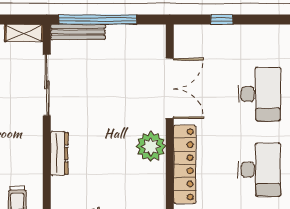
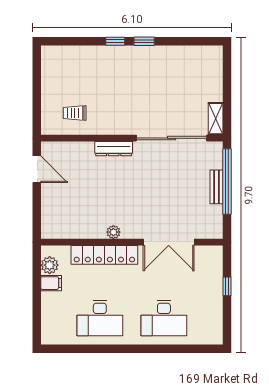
bench: (78, 32) -> (216, 187), moved, width x0.73
sliding door: (47, 85) -> (172, 138), width x1.36
plant: (151, 147) -> (113, 232), width x0.53, depth x0.53

